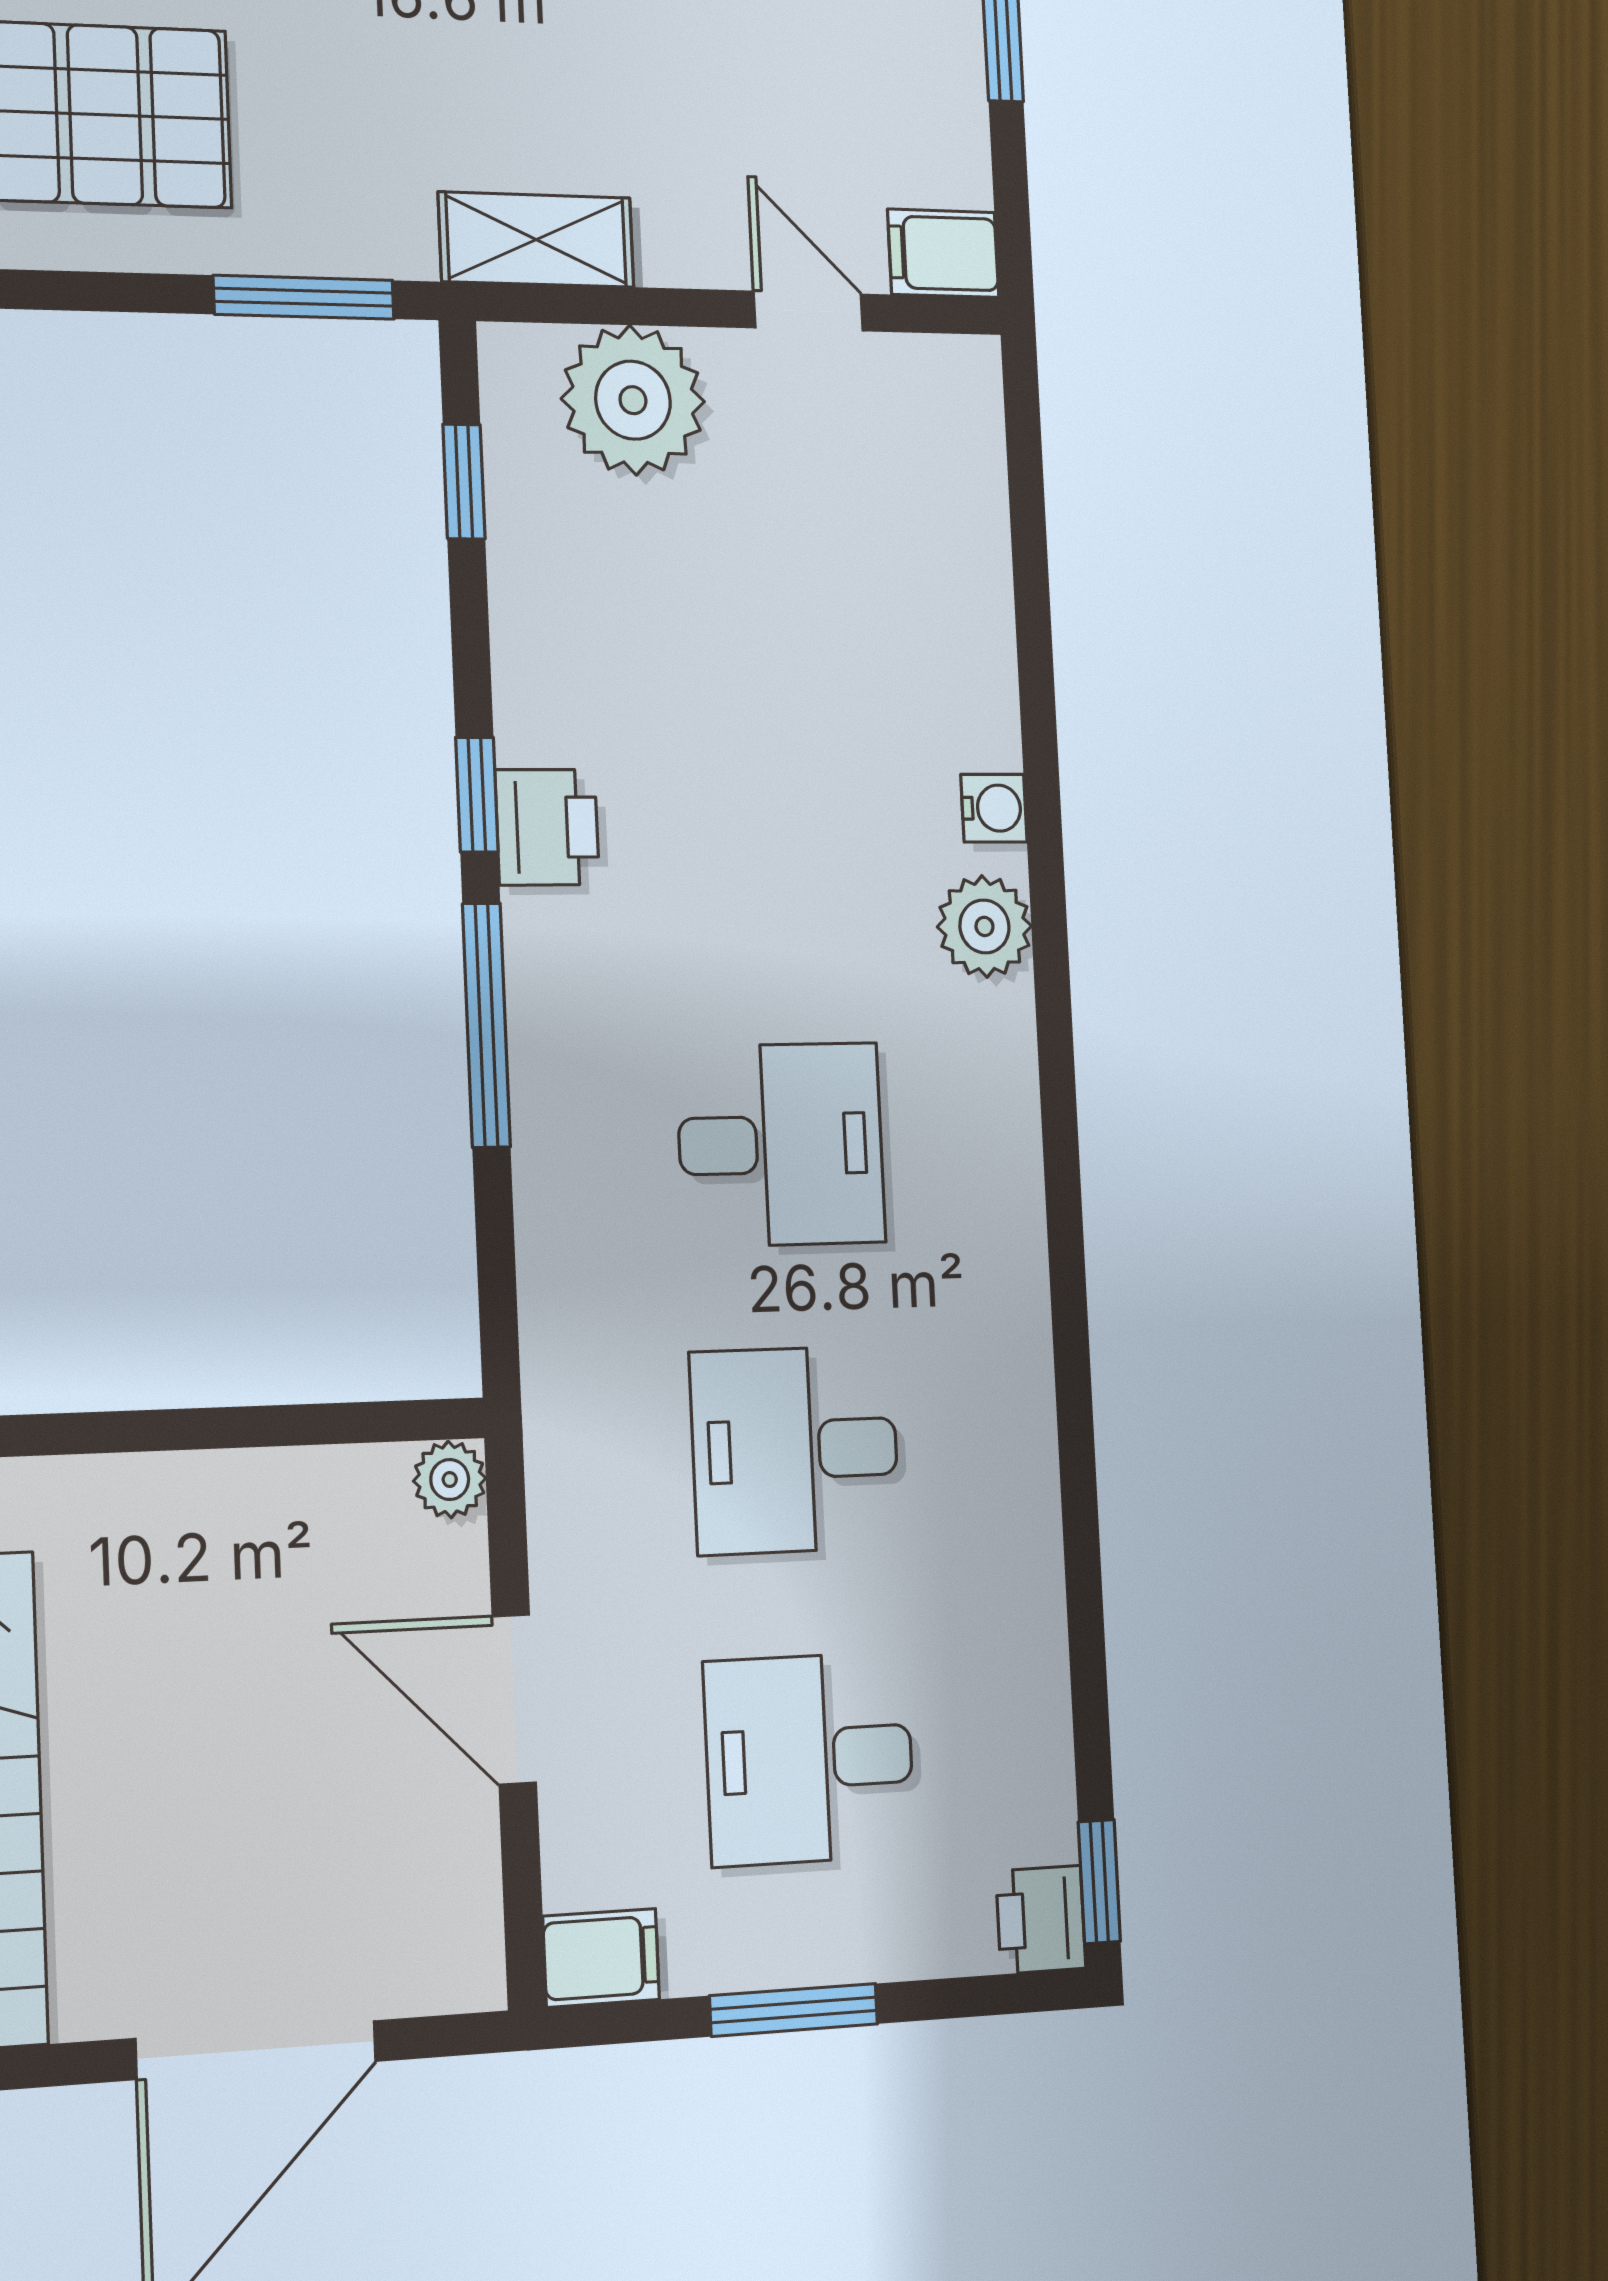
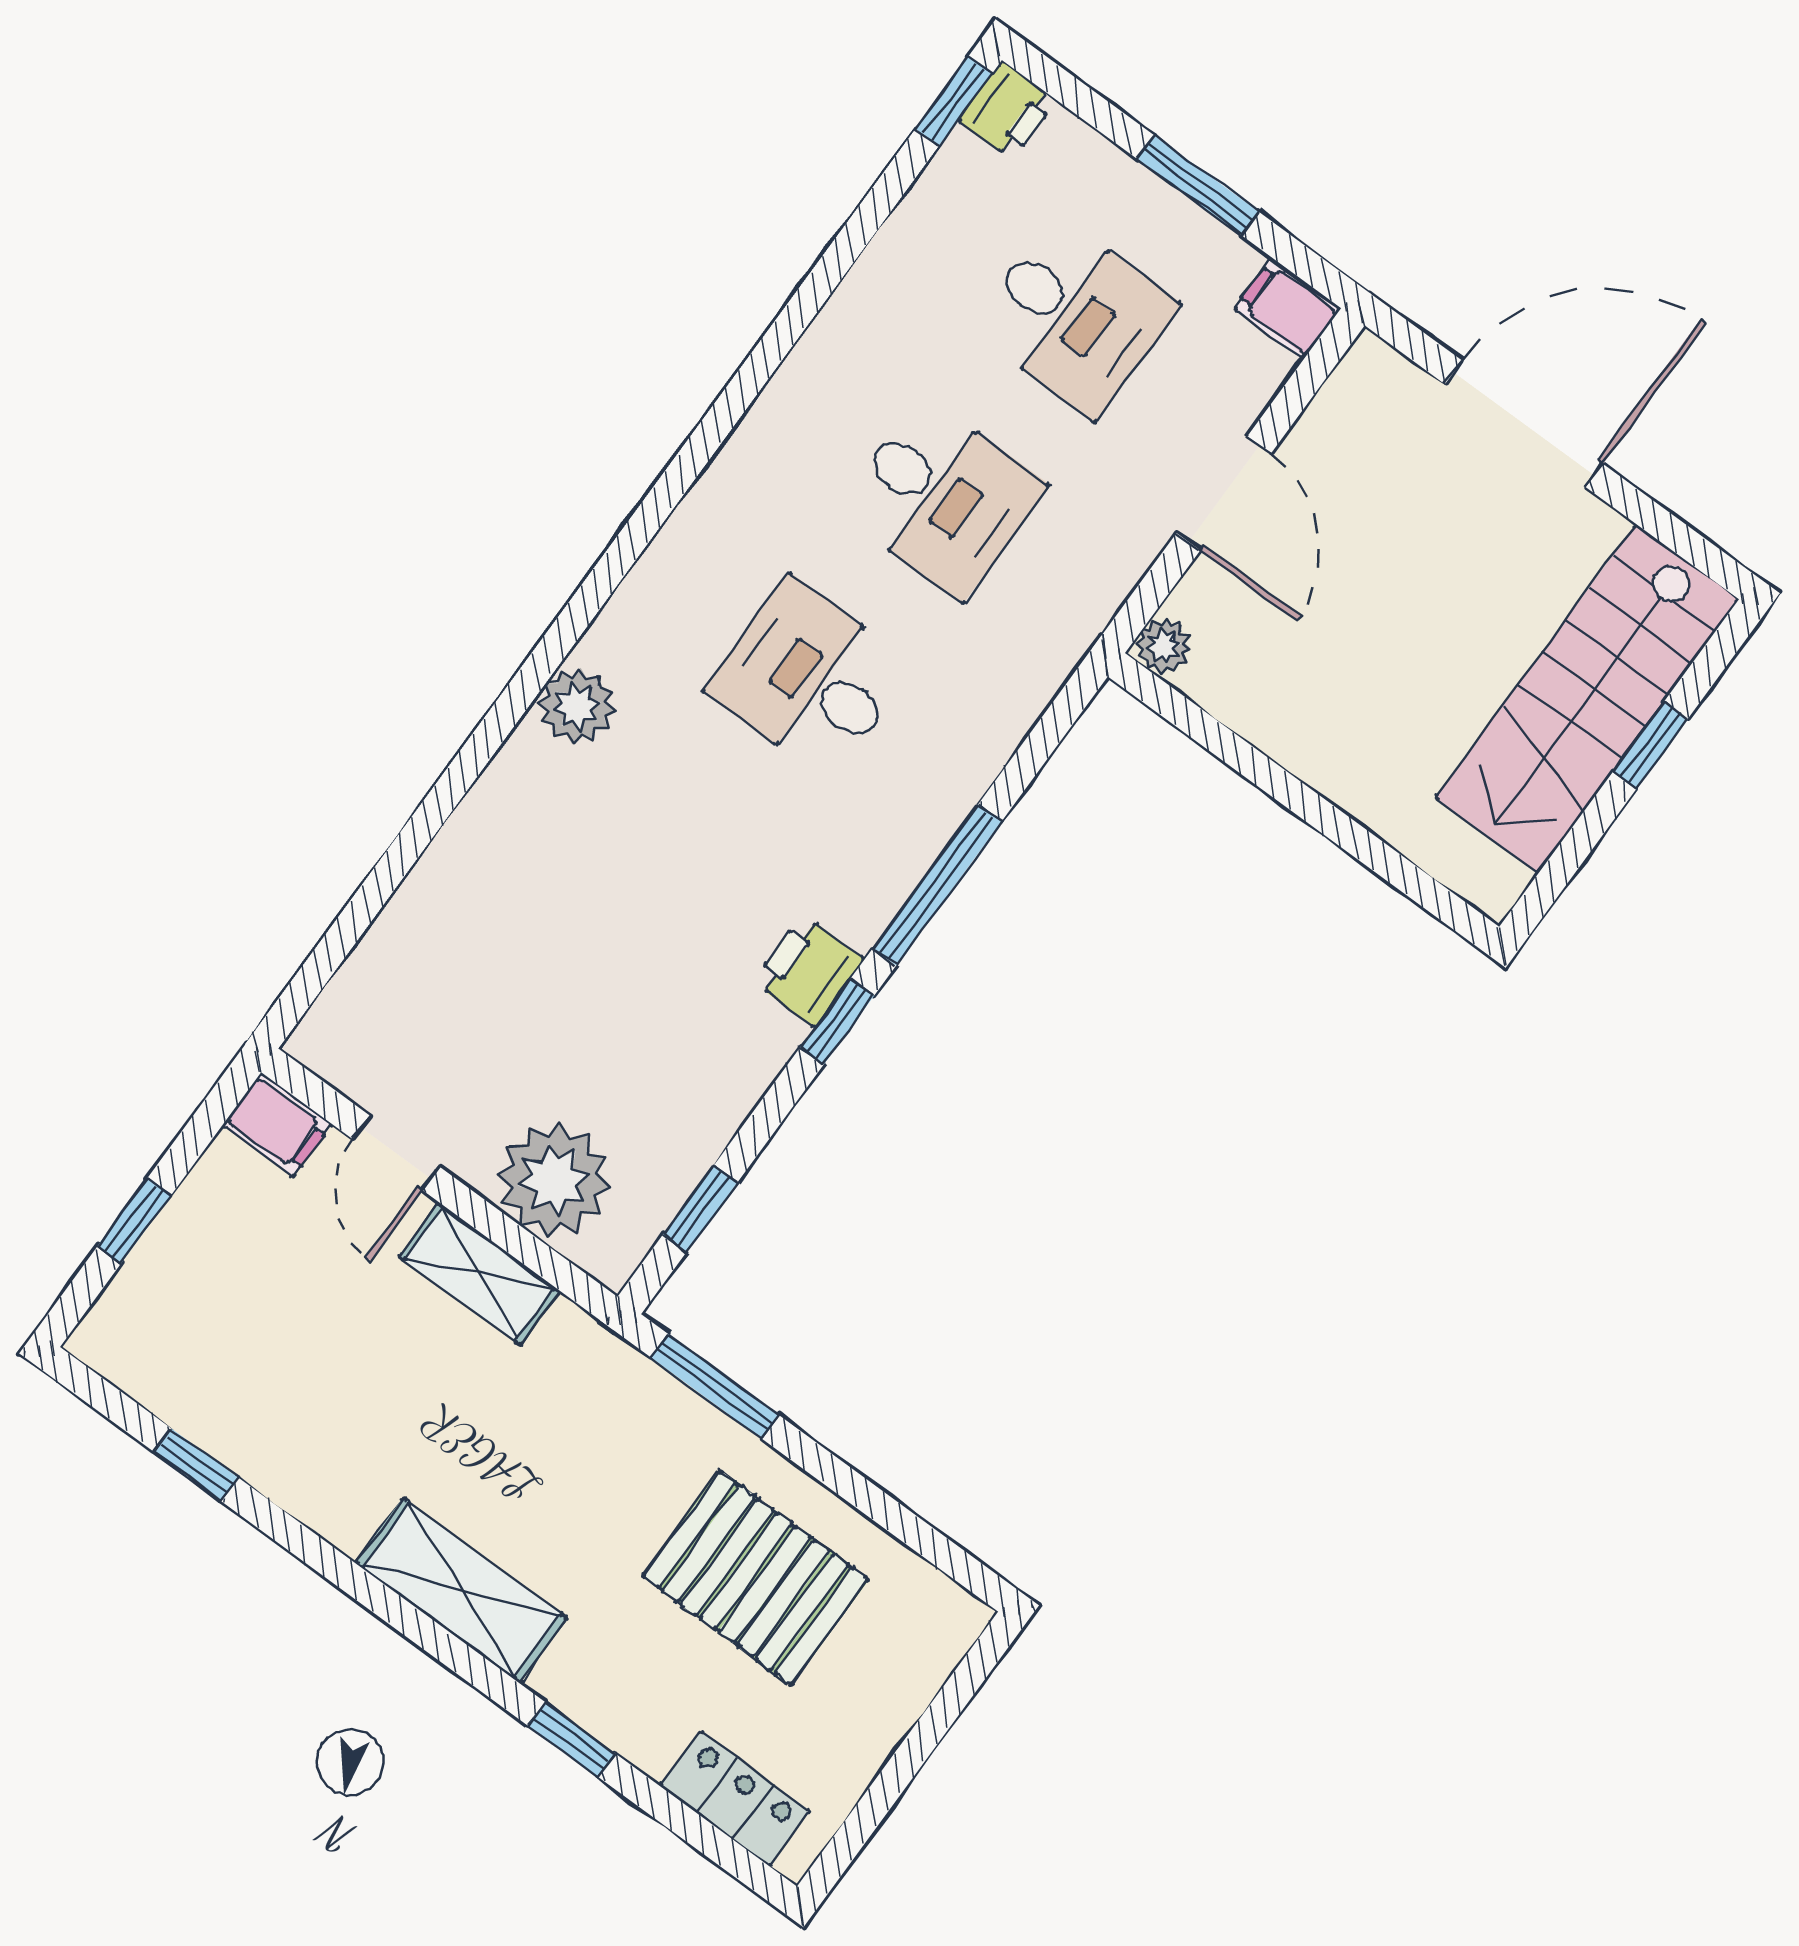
shelving: (536, 240) -> (479, 1274), moved
water cooler: (994, 808) -> (513, 771), removed

